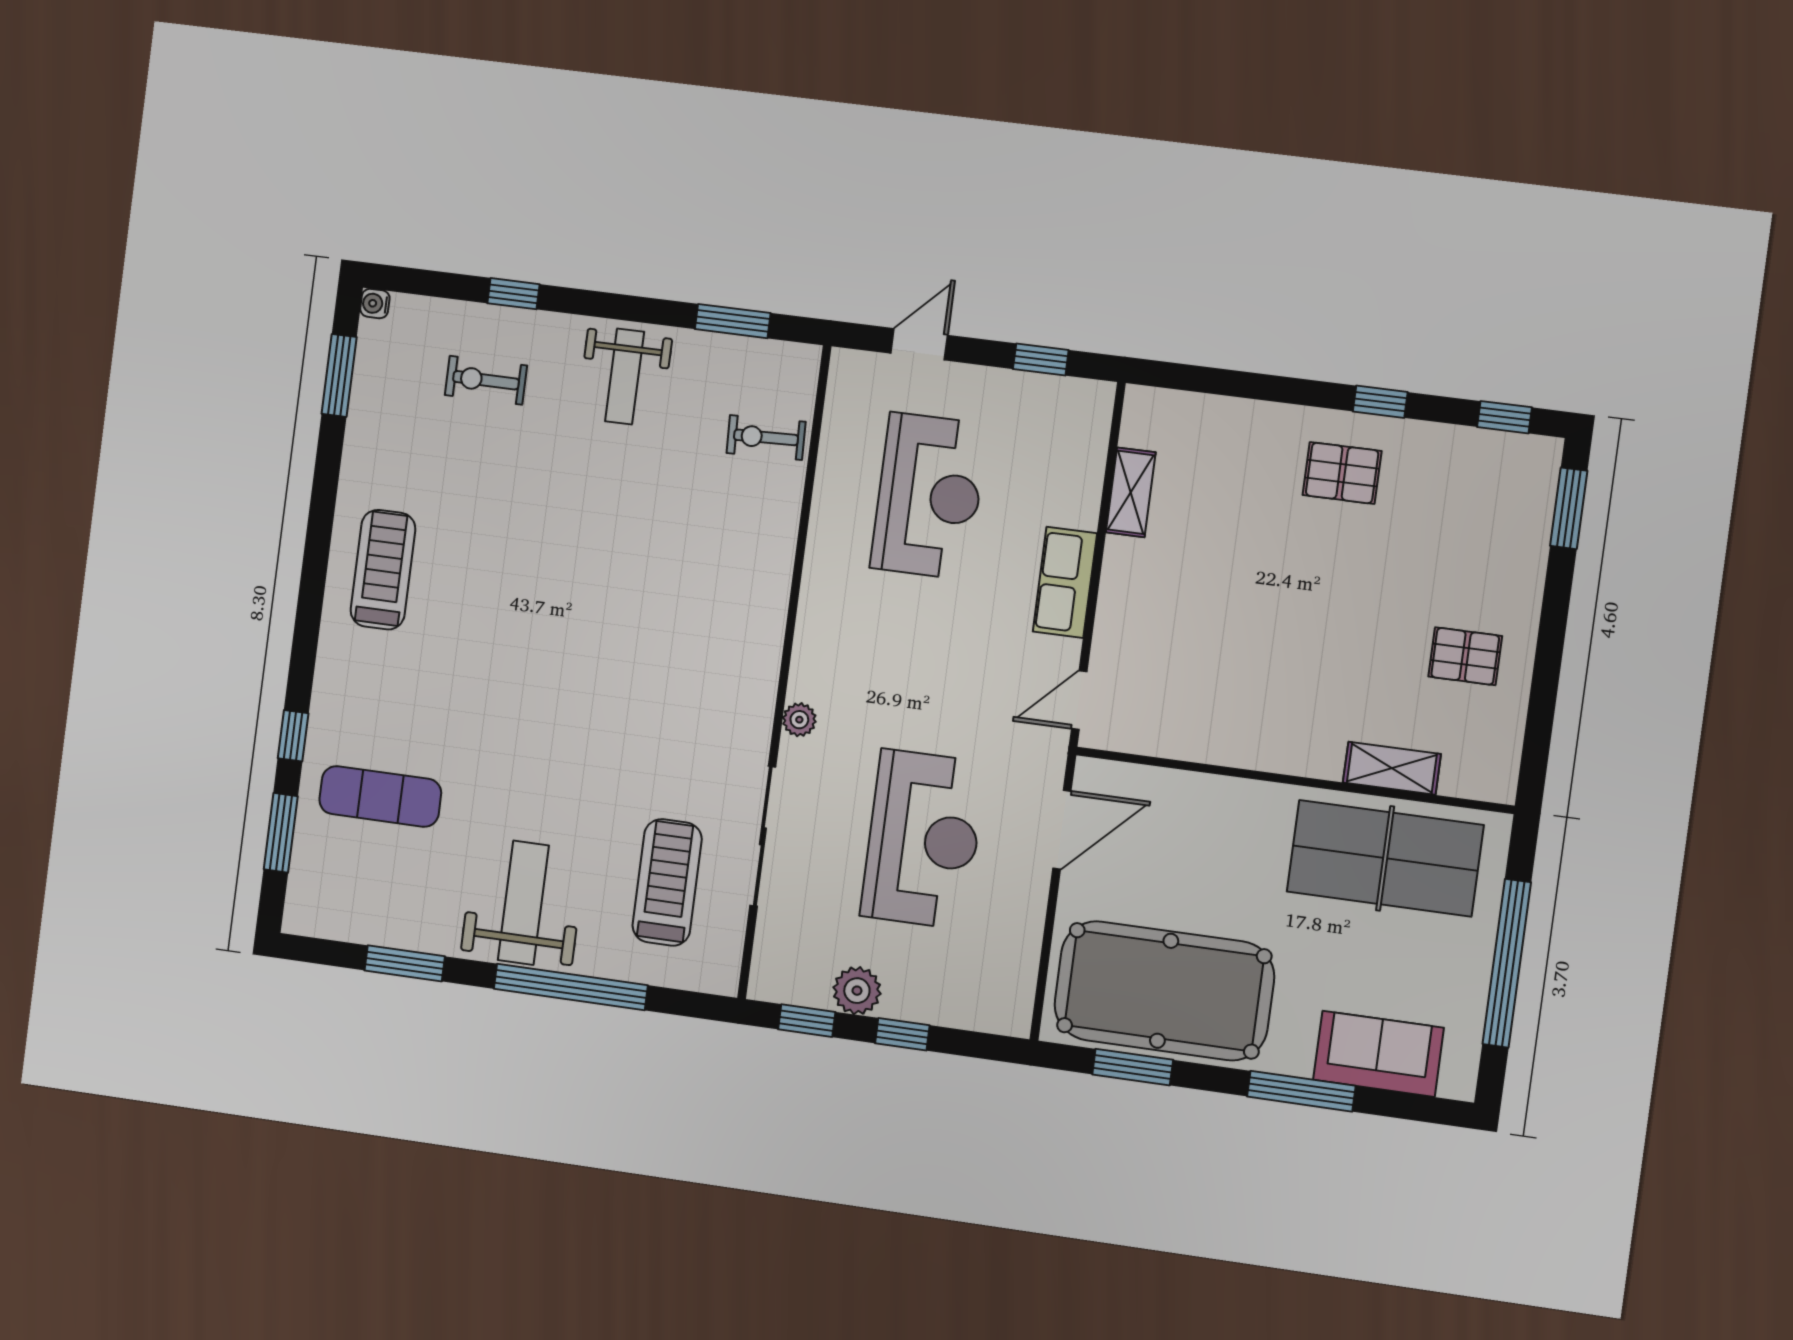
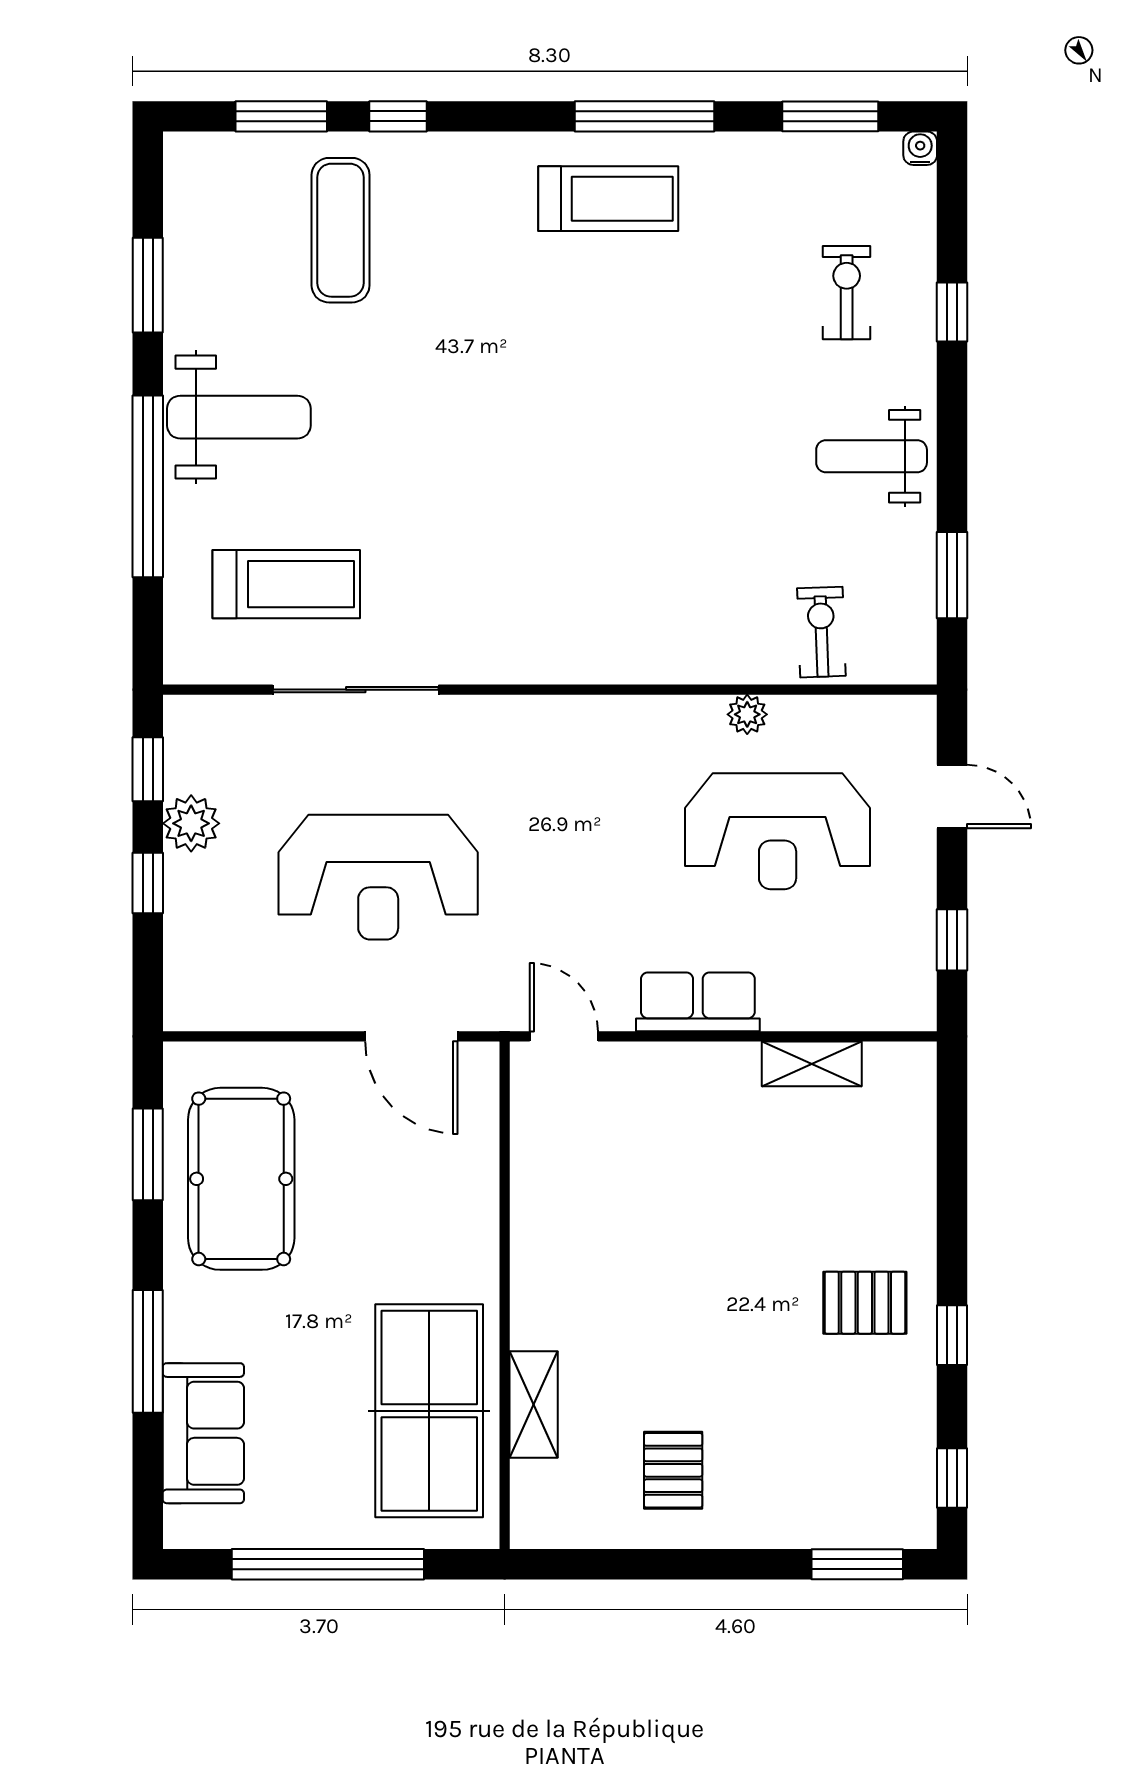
pallet: (1342, 473) -> (865, 1303), turned 90
window: (319, 531) -> (645, 116), added
plant: (799, 720) -> (747, 714), moved
pool table: (1164, 991) -> (241, 1179), width x0.73, depth x0.76

